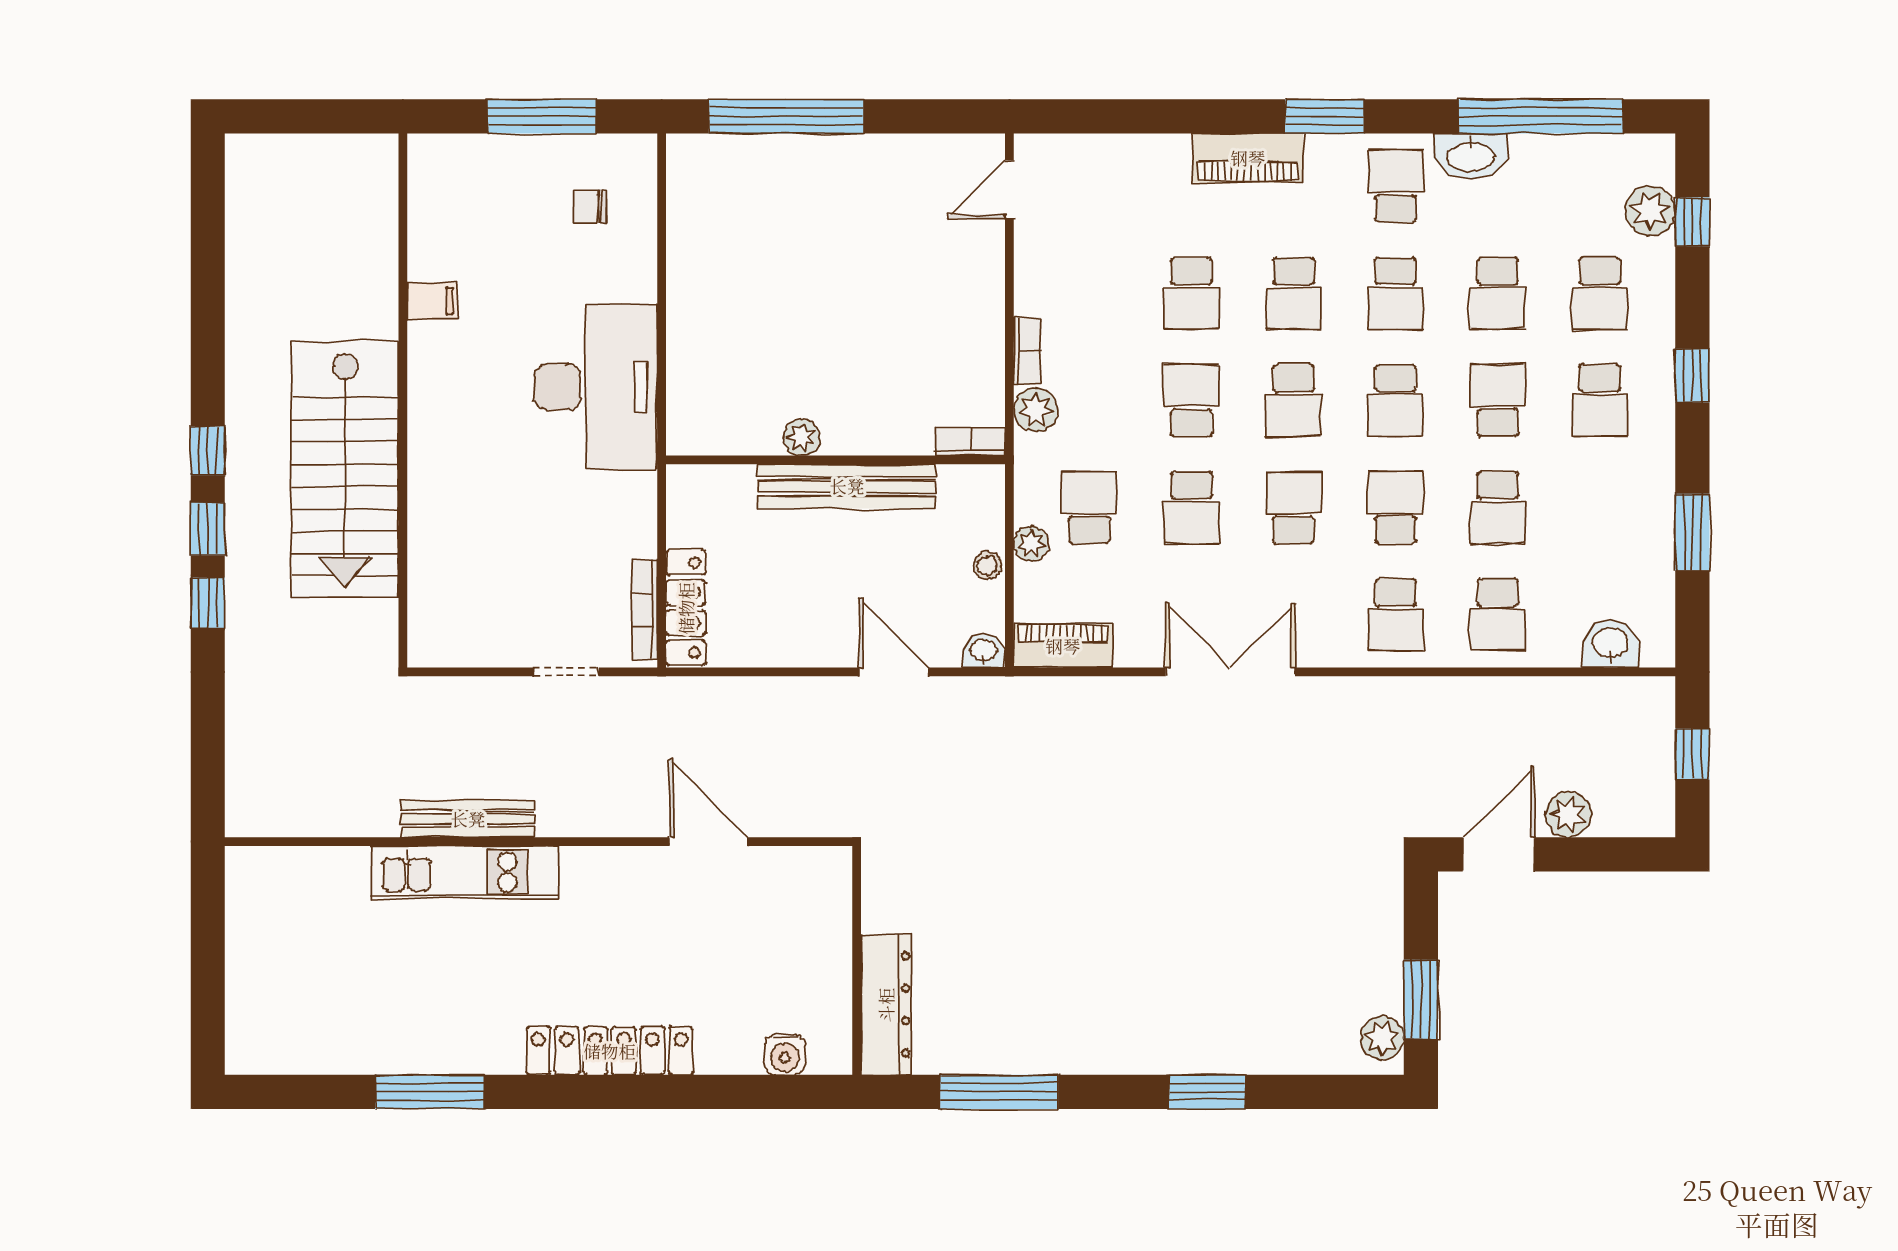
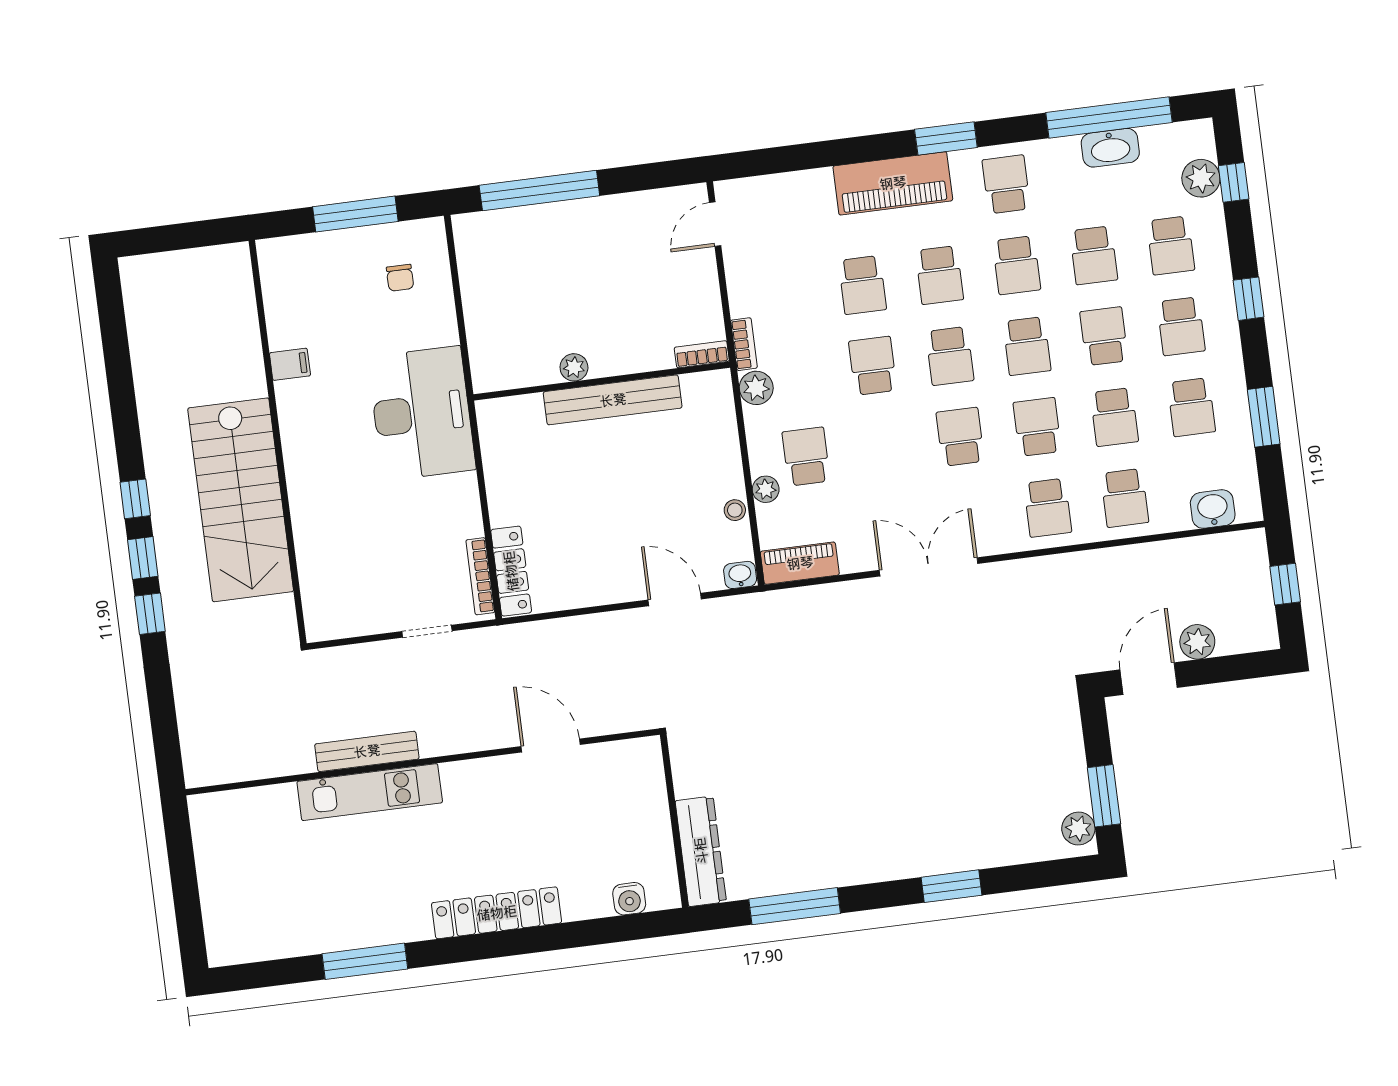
washbasin: (1471, 156) -> (1110, 148), moved
piano: (1248, 158) -> (893, 183), width x1.37, depth x1.33
chair: (590, 207) -> (400, 278), turned -90
plant: (802, 437) -> (574, 367), moved
bookcase: (970, 442) -> (702, 354), moved
wall: (836, 460) -> (602, 381), moved
bench: (847, 486) -> (613, 400), moved
school desk: (1191, 508) -> (1191, 407), moved

